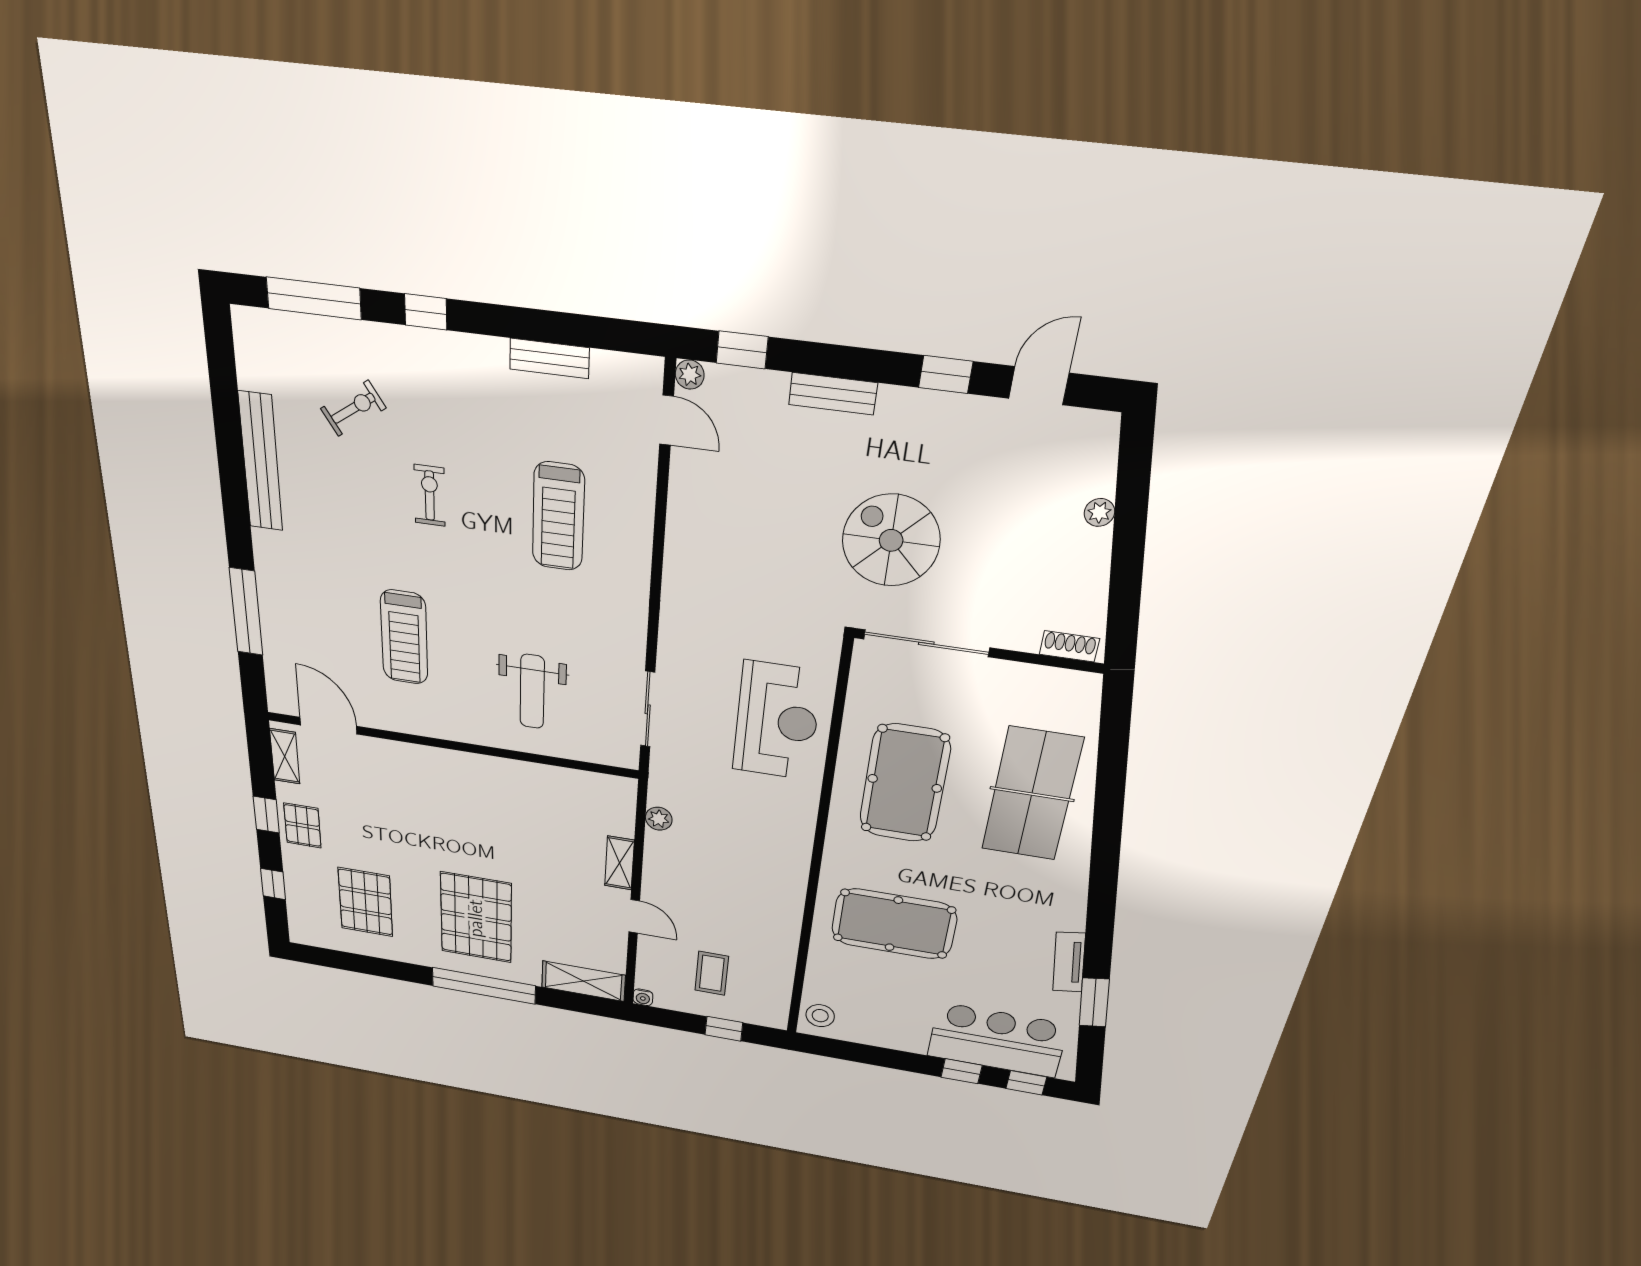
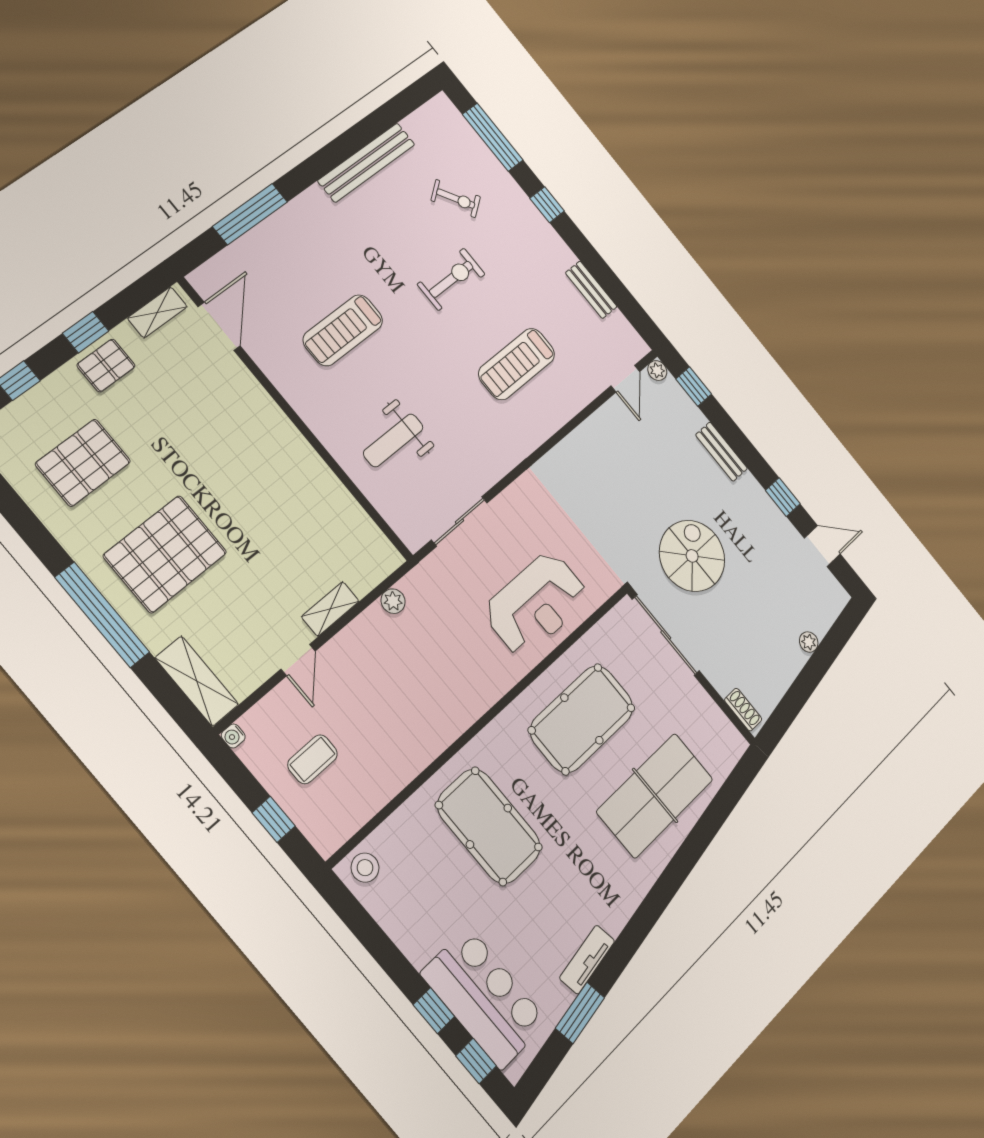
exercise bike: (430, 496) -> (451, 279), width x1.38, depth x1.39

